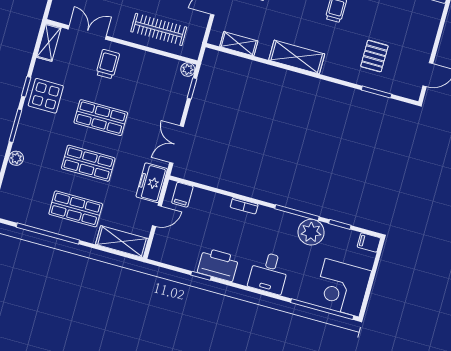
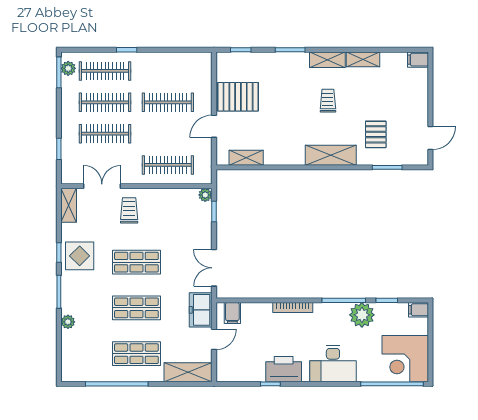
shelving: (297, 57) -> (331, 155), moved
bookcase: (244, 206) -> (293, 307), width x1.56
desk: (269, 273) -> (333, 364), width x1.37

